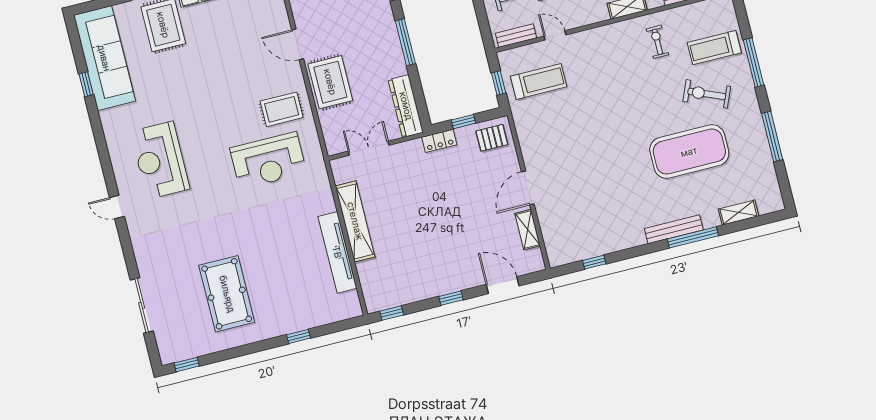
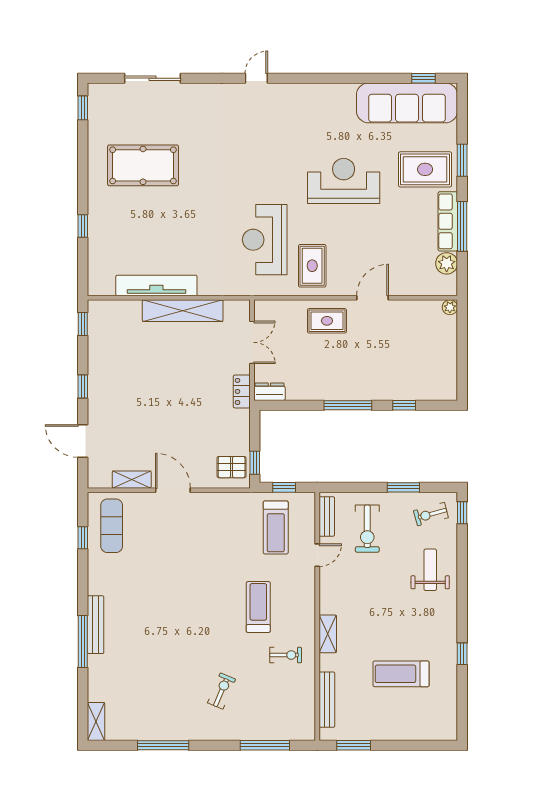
treadmill: (714, 48) -> (258, 607), moved
window: (754, 63) -> (265, 745), moved
rug: (330, 82) -> (327, 321), width x0.73, depth x0.70
window: (86, 84) -> (424, 78), moved
exercise bike: (707, 94) -> (222, 691), width x0.73, depth x0.72
dresser: (406, 106) -> (269, 392), width x0.51, depth x0.80
window: (463, 122) -> (255, 463), moved
pallet: (492, 138) -> (232, 467), turned 90
locker: (439, 141) -> (242, 391), moved
exercise mat: (689, 152) -> (112, 526), moved, width x0.50, depth x0.69
reception desk: (160, 160) -> (344, 181), moved
shelving: (738, 213) -> (96, 721), moved
door: (503, 285) -> (83, 441), swing flipped

